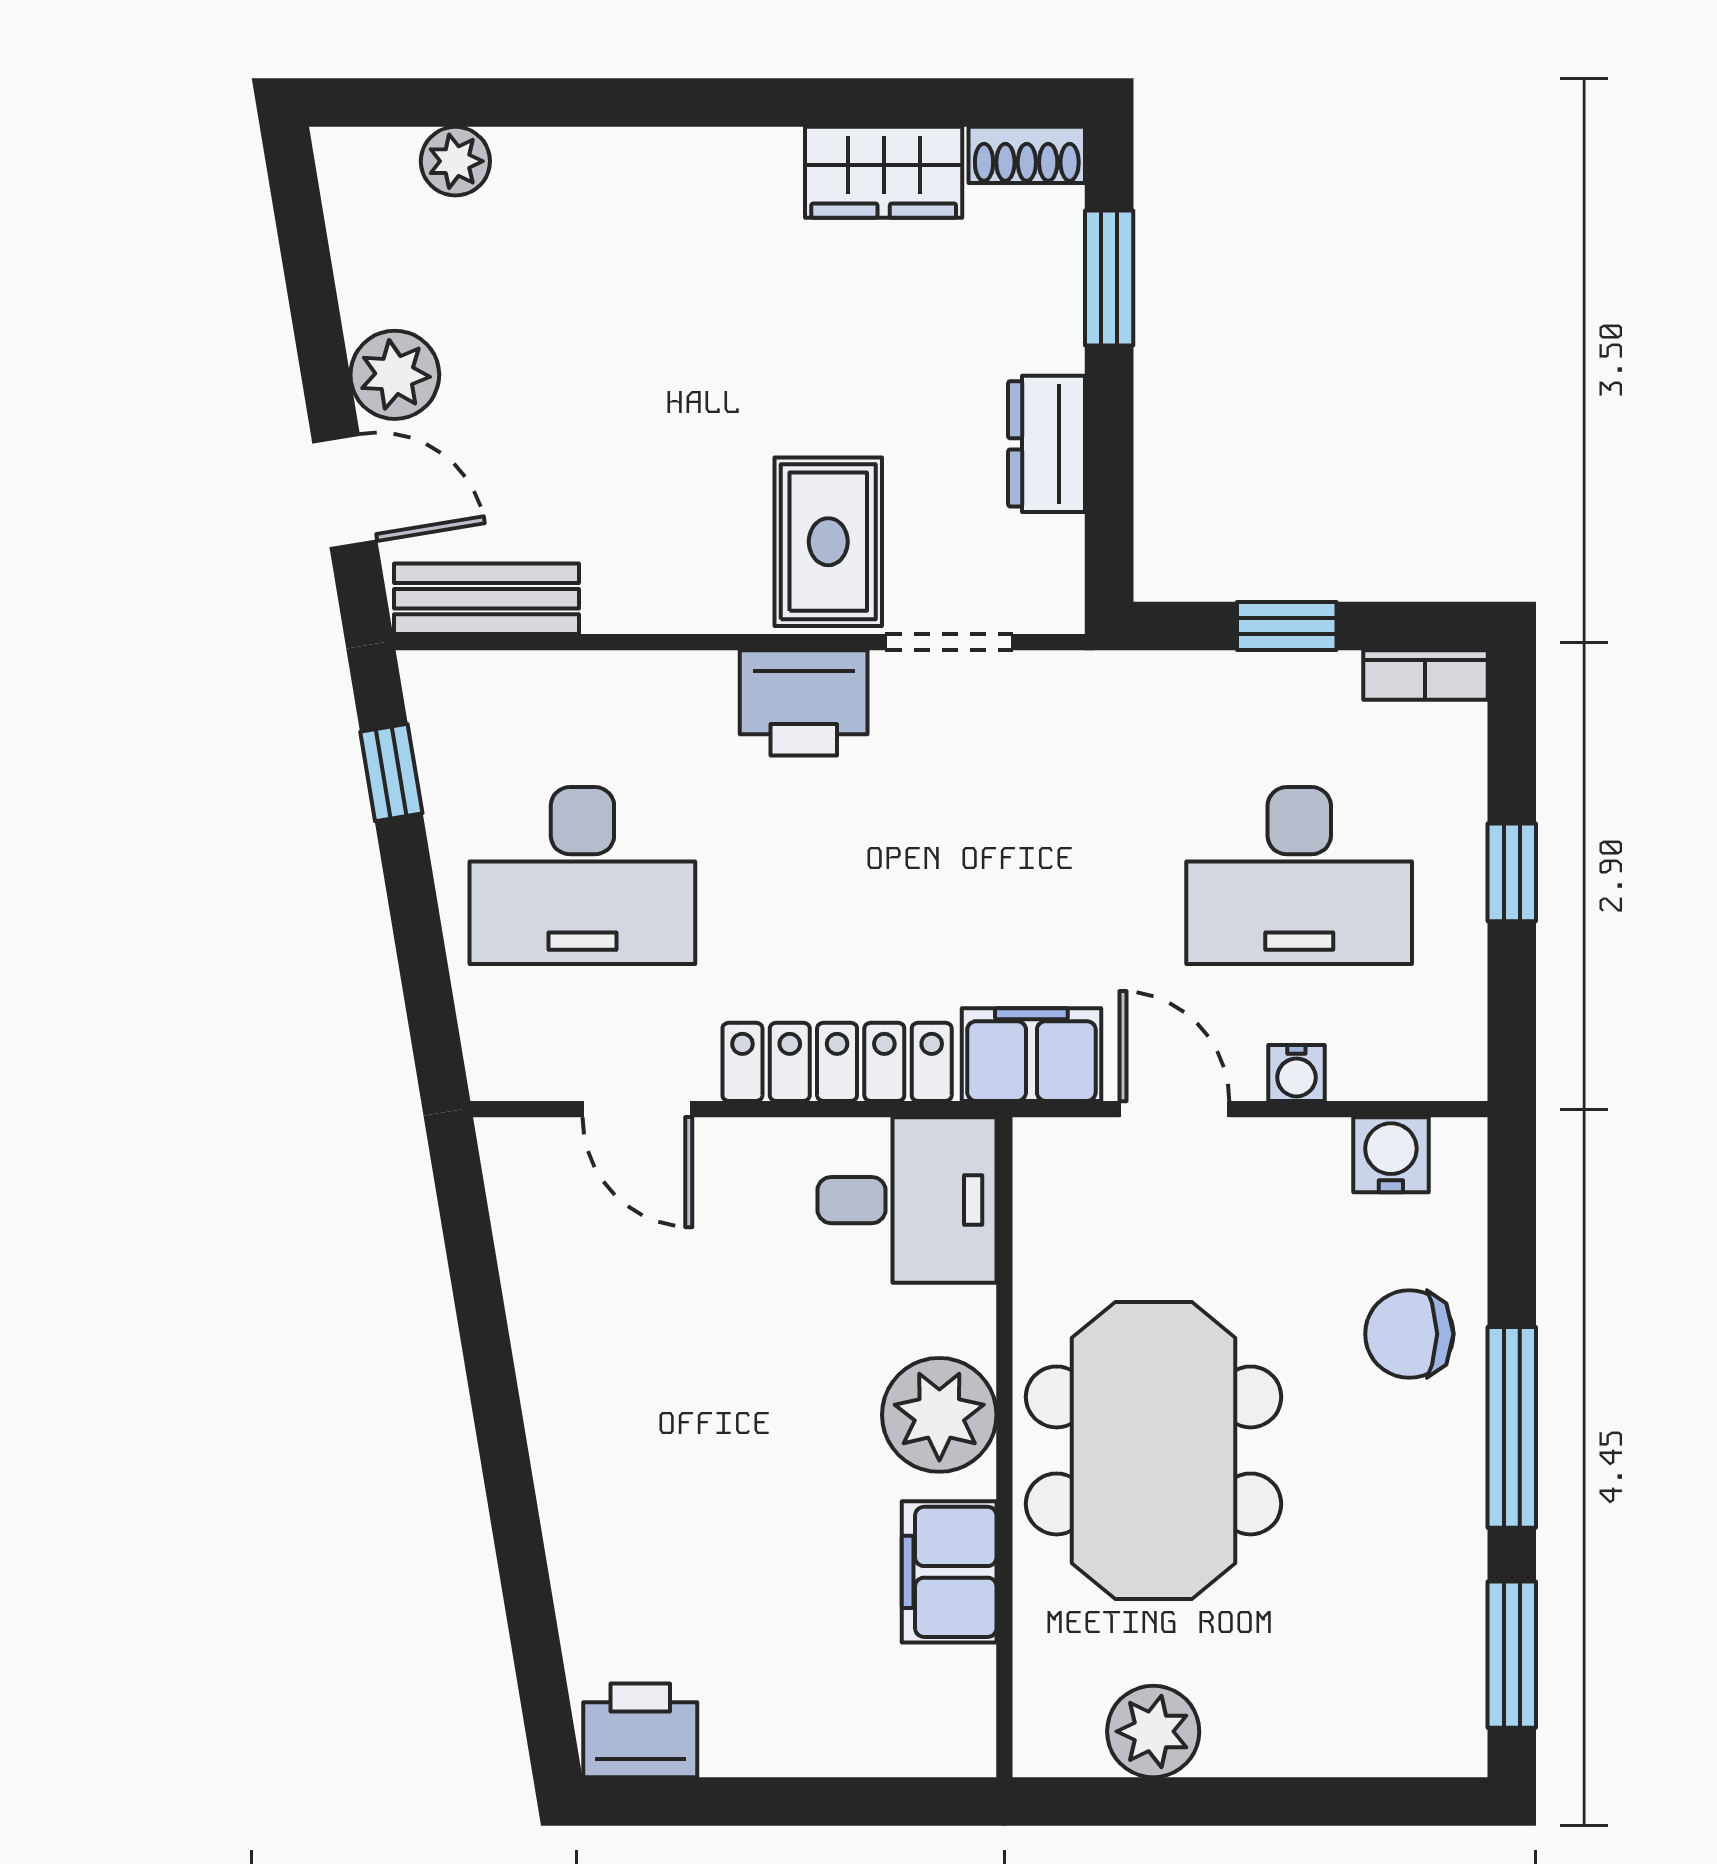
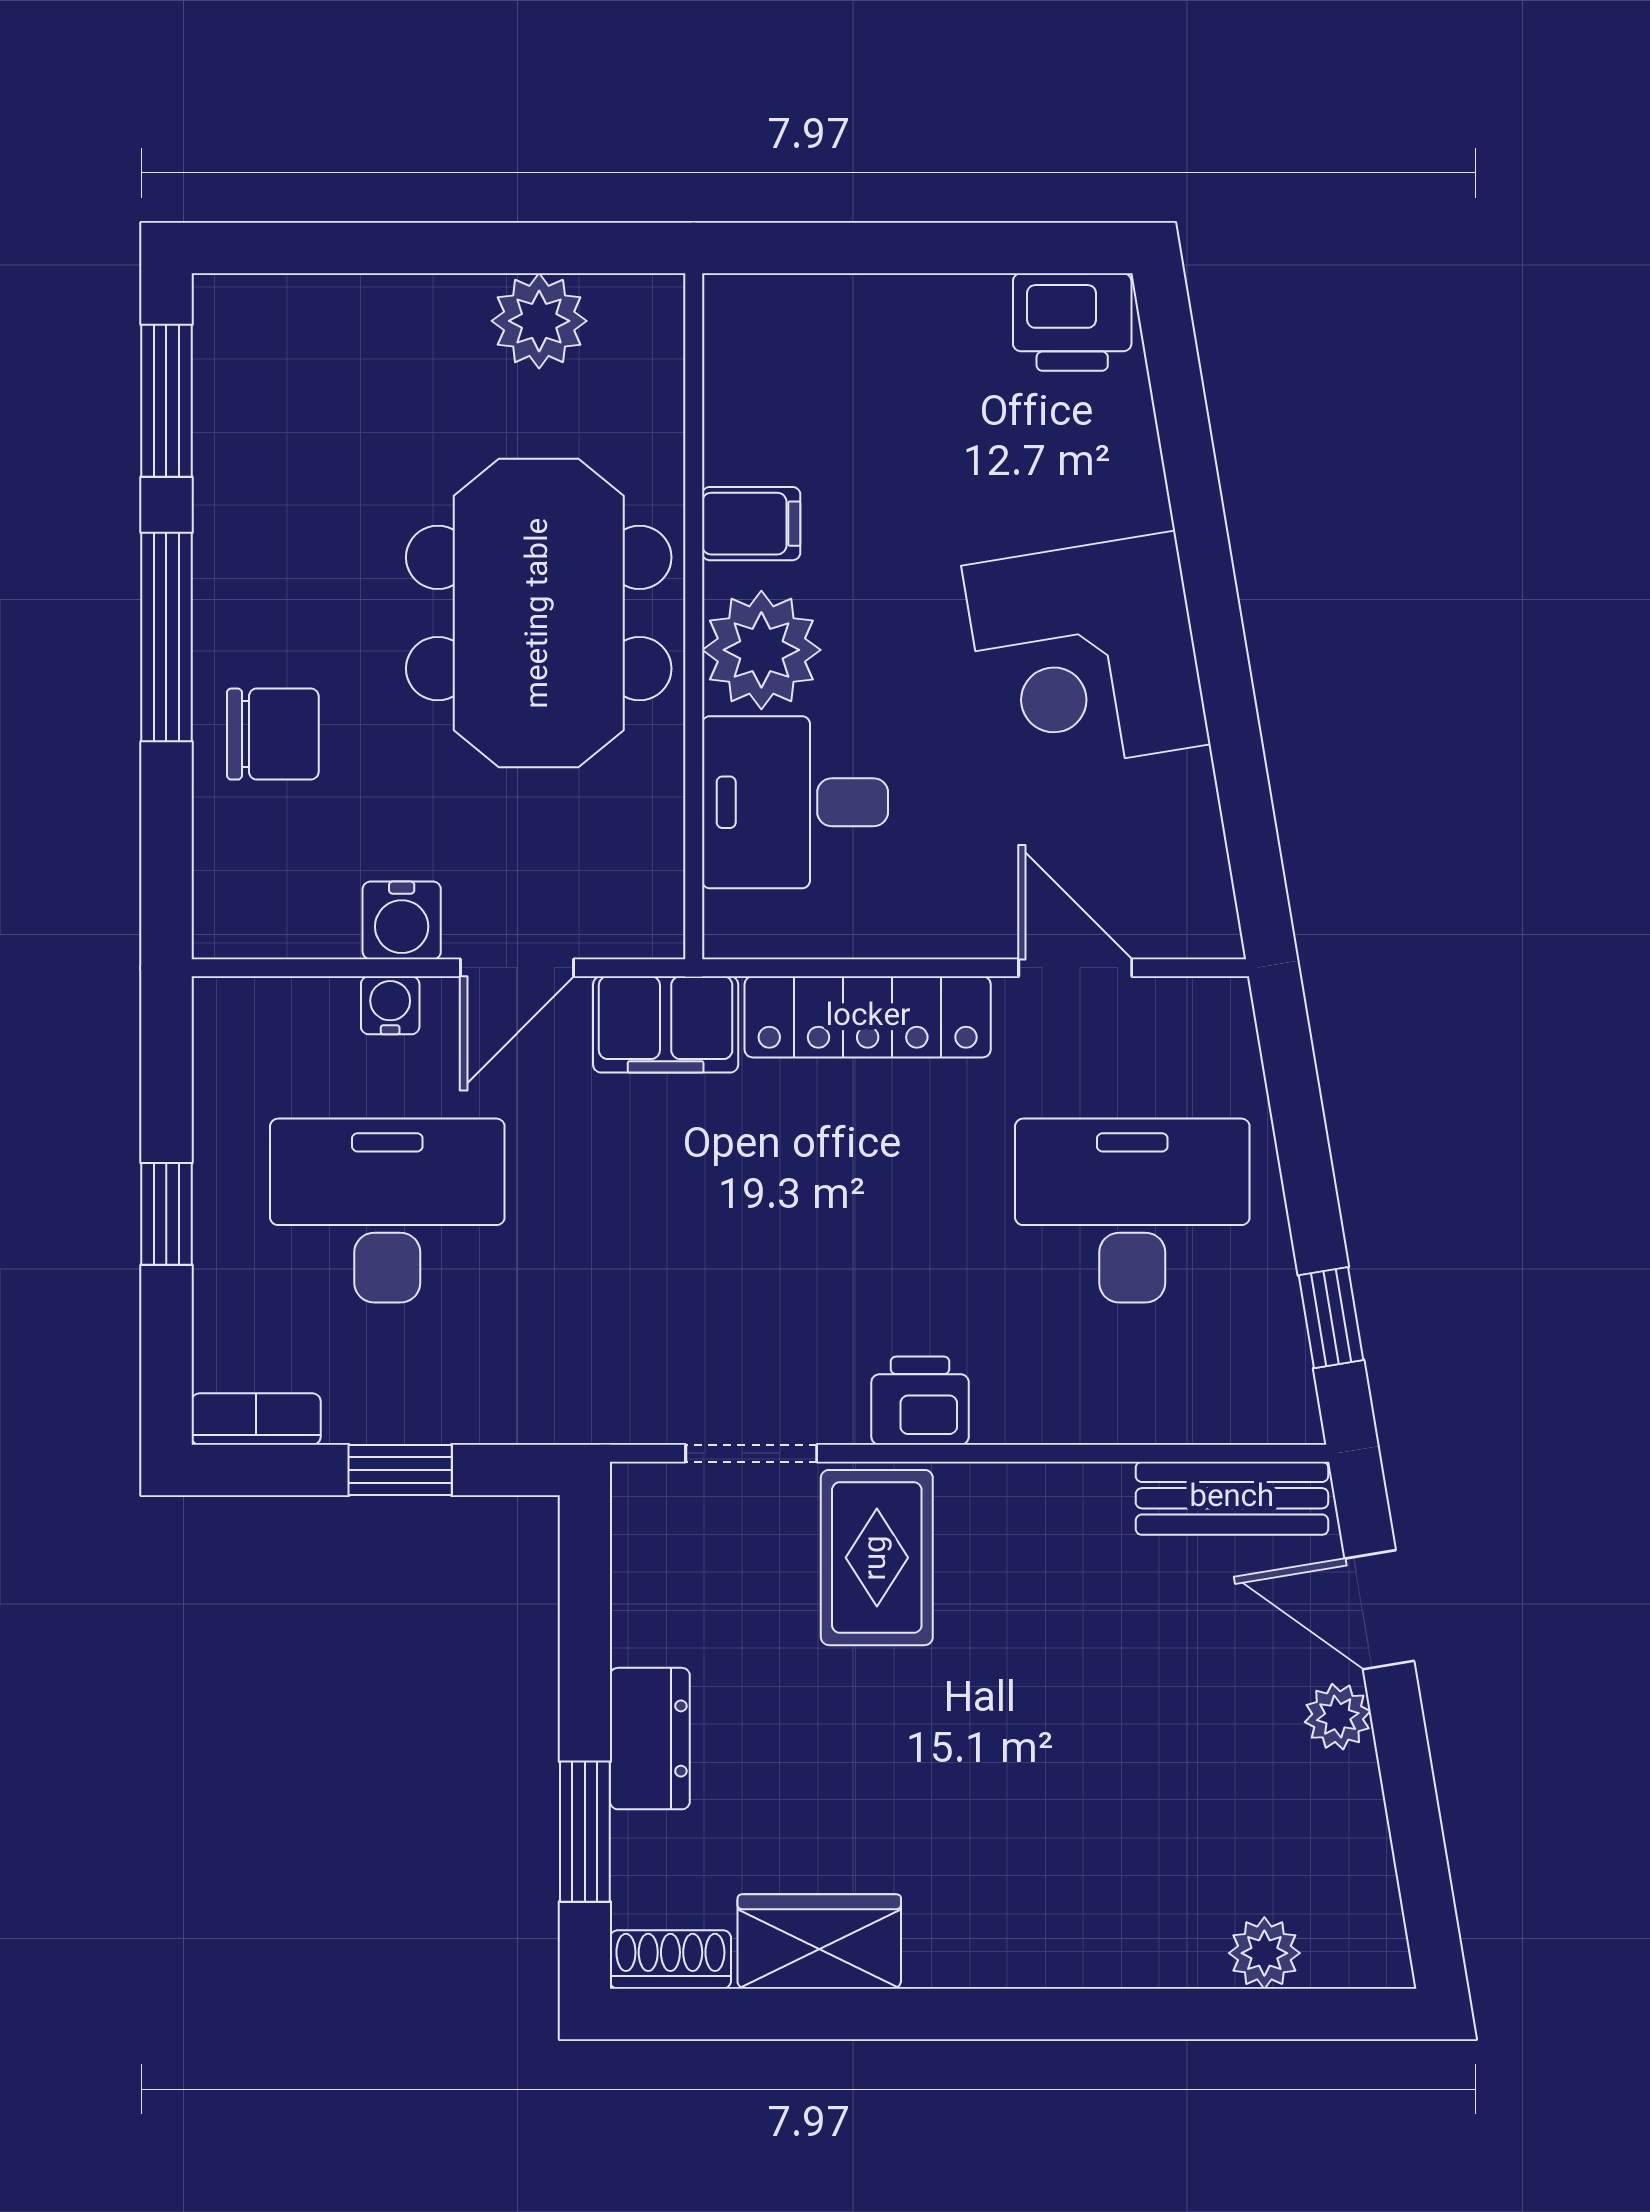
plant: (395, 375) -> (1338, 1717), width x0.73, depth x0.73
dresser: (1047, 444) -> (650, 1739), moved
printer: (804, 703) -> (920, 1401), width x0.73, depth x0.81
door: (1174, 1109) -> (517, 968), hinge flipped
water cooler: (1391, 1155) -> (402, 920), moved
desk: (907, 1200) -> (795, 802), moved
corner desk: (627, 1410) -> (1086, 655), added
filing cabinet: (949, 1572) -> (751, 524), width x0.50

